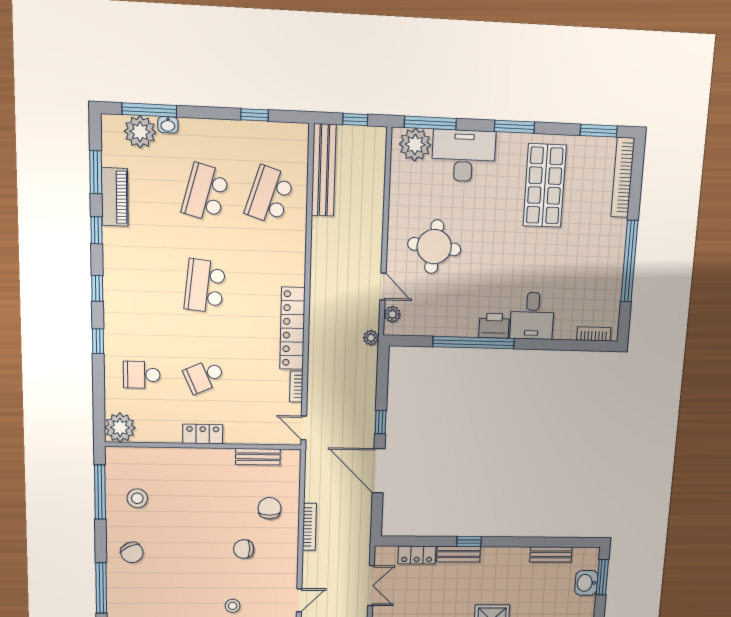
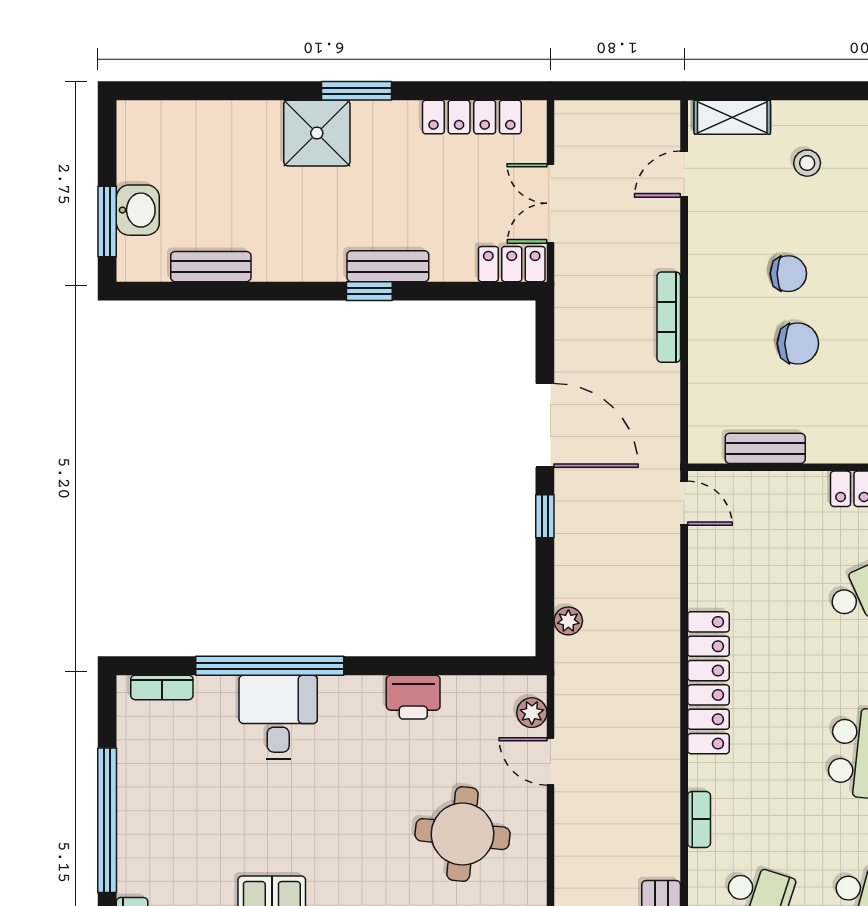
printer: (494, 326) -> (413, 697), moved
plant: (371, 338) -> (568, 621), moved
window: (474, 343) -> (270, 666), moved
bookcase: (296, 387) -> (699, 819), moved
chair: (269, 508) -> (798, 344), moved, turned -90
locker: (417, 555) -> (512, 264), moved

